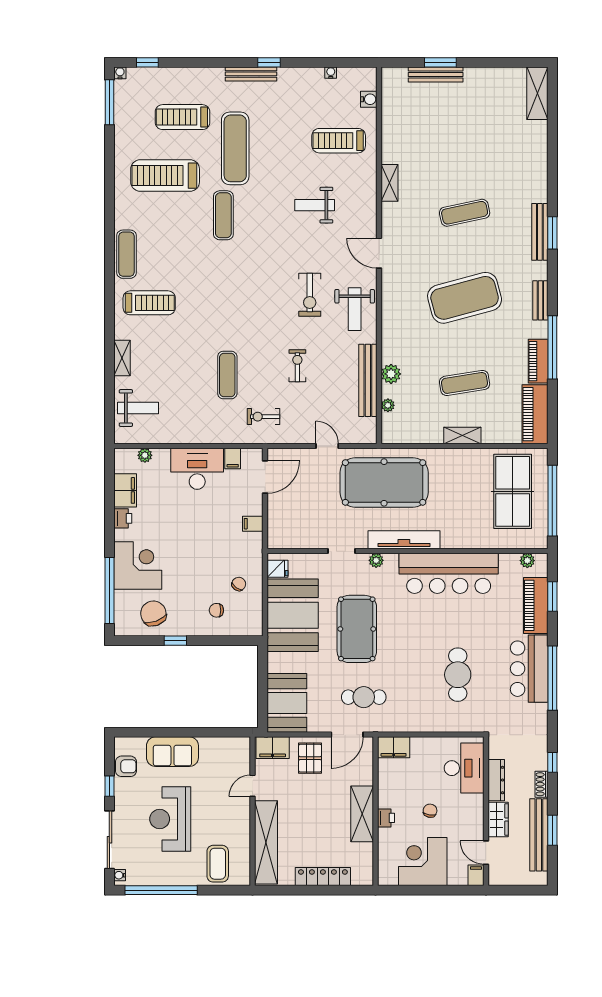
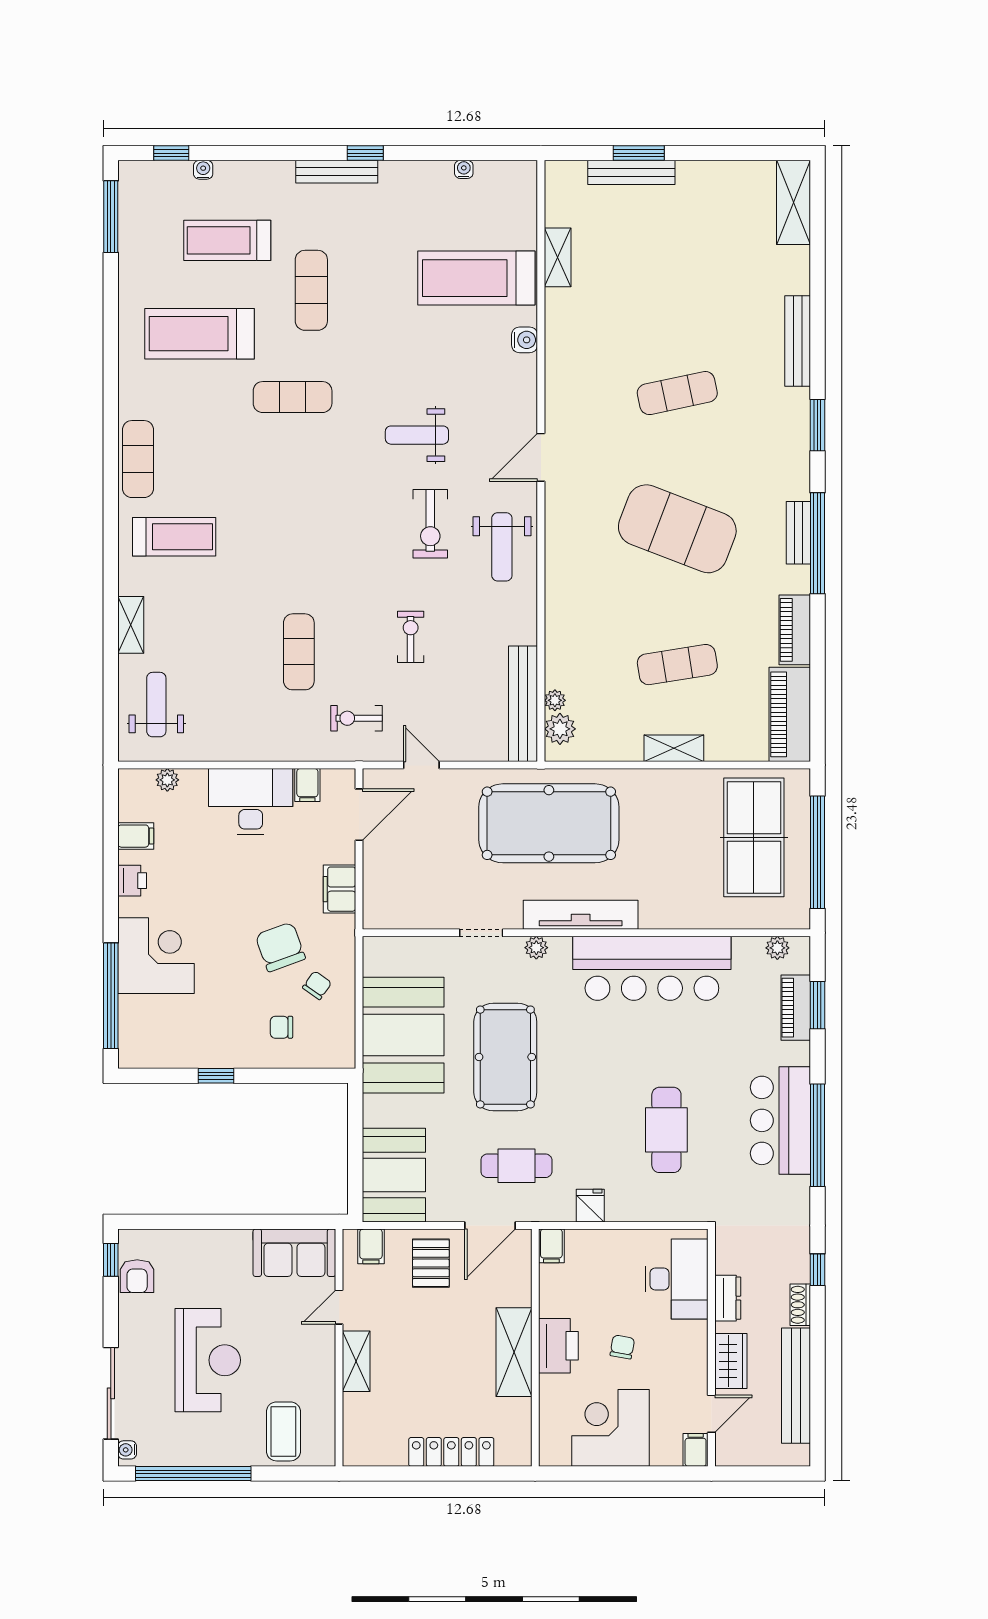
water cooler: (120, 73) -> (203, 170), moved
water cooler: (369, 99) -> (525, 340), moved
treadmill: (339, 141) -> (476, 278), width x1.37, depth x1.38
exercise mat: (235, 148) -> (311, 290), width x0.73, depth x0.69
shelving: (390, 183) -> (558, 257), moved
weight bench: (315, 205) -> (417, 435), moved
exercise mat: (223, 215) -> (293, 397), turned 90
bench: (540, 232) -> (798, 341), moved
door: (379, 253) -> (541, 457), hinge flipped
exercise mat: (465, 298) -> (677, 529), turned 36
window: (552, 347) -> (817, 543), moved
plant: (391, 374) -> (560, 729), moved
bench: (368, 380) -> (523, 704), moved
weight bench: (138, 408) -> (156, 705), turned -90
door: (327, 446) -> (421, 765), moved
filing cabinet: (125, 490) -> (136, 836), width x0.50
filing cabinet: (253, 524) -> (339, 889), width x2.00
fridge: (277, 569) -> (590, 1206), moved, turned -90
piano: (536, 605) -> (796, 1008), width x0.73, depth x0.75
chair: (153, 613) -> (280, 947), moved
filing cabinet: (394, 747) -> (551, 1246), width x0.50
filing cabinet: (273, 748) -> (371, 1246), width x0.50
sofa: (172, 752) -> (294, 1253), moved
armchair: (126, 766) -> (137, 1276), turned 90
dresser: (496, 780) -> (728, 1298), width x0.70
window: (109, 786) -> (111, 1260), moved
printer: (386, 818) -> (558, 1346), width x1.87, depth x1.48
reception desk: (170, 819) -> (208, 1360), turned 180
window: (552, 830) -> (817, 1378), removed
shelving: (266, 842) -> (356, 1361), width x0.45, depth x0.75
door: (486, 853) -> (711, 1414), swing flipped

